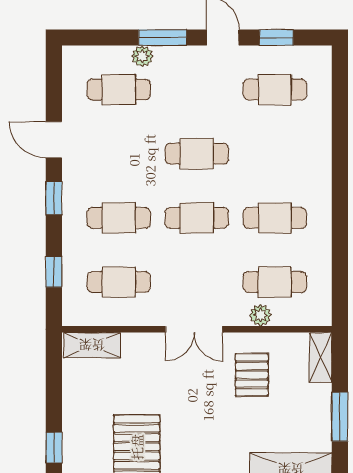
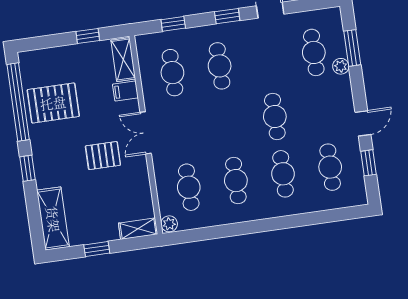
window: (162, 37) -> (352, 48), moved
cafe table: (197, 218) -> (283, 174), moved
plant: (261, 315) -> (169, 224), moved
filing cabinet: (134, 348) -> (125, 91), added
pallet: (252, 375) -> (103, 156), moved
window: (340, 417) -> (97, 249), width x0.67
window: (54, 448) -> (88, 36), moved

